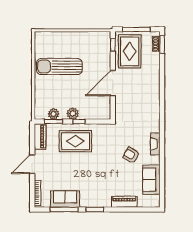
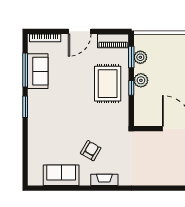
door: (32, 164) -> (80, 31), swing flipped
piano: (124, 202) -> (34, 142), removed

